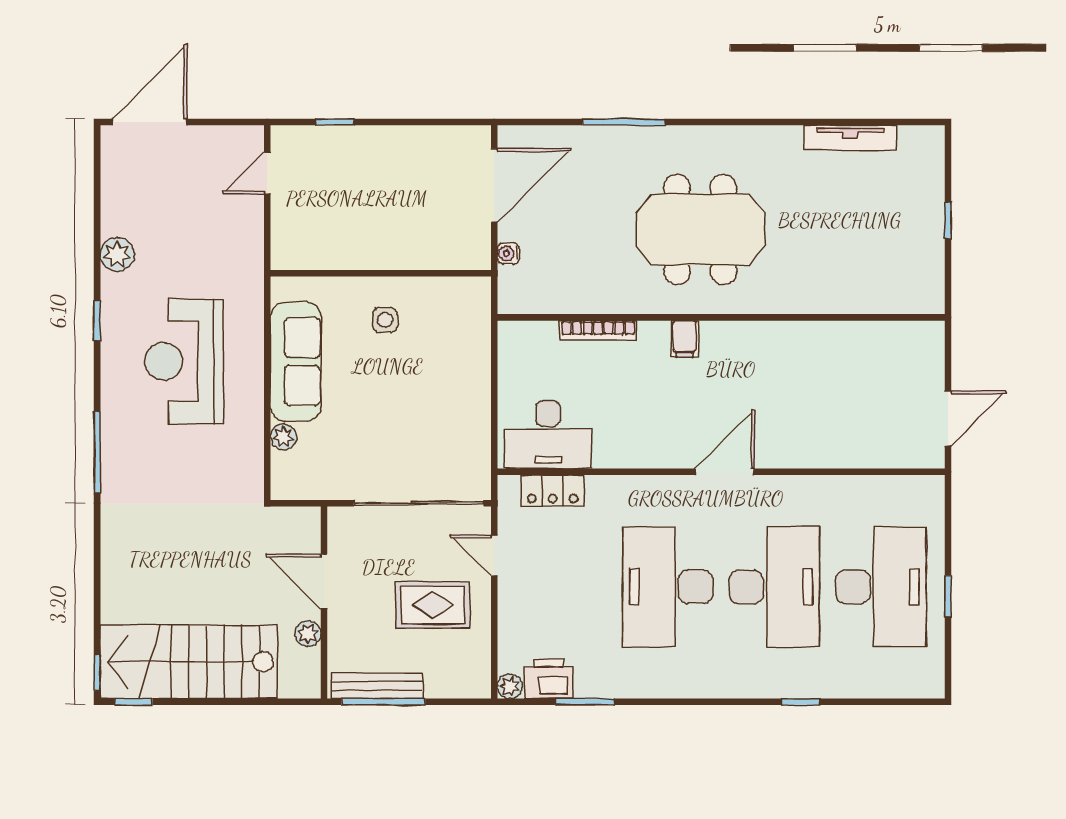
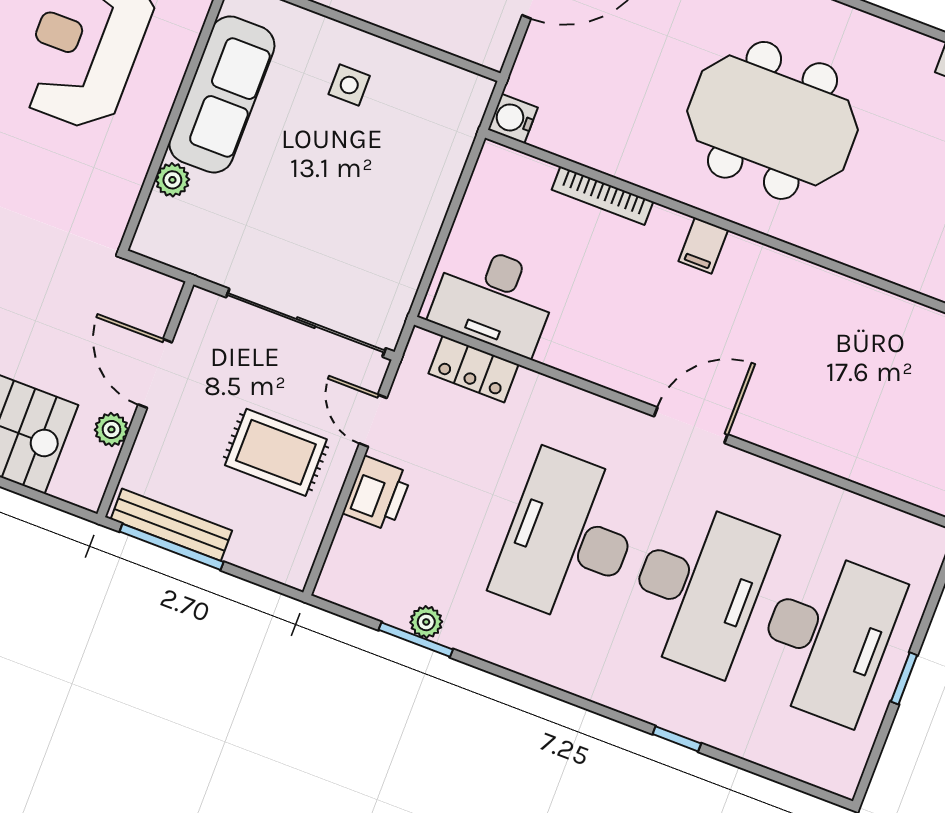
water cooler: (508, 253) -> (513, 119), moved, width x1.38, depth x1.38
printer: (549, 679) -> (377, 493), moved, turned 90
plant: (510, 686) -> (426, 622), moved

